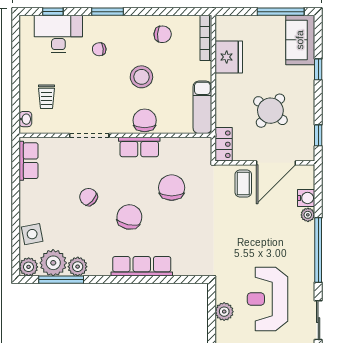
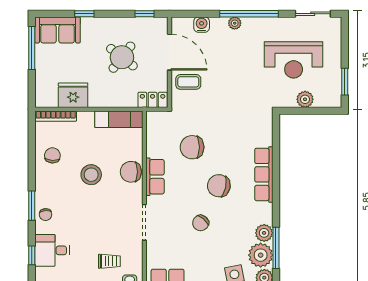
desk: (58, 34) -> (52, 250), width x0.73
chair: (99, 49) -> (46, 215), moved
plant: (308, 215) -> (235, 23), moved

